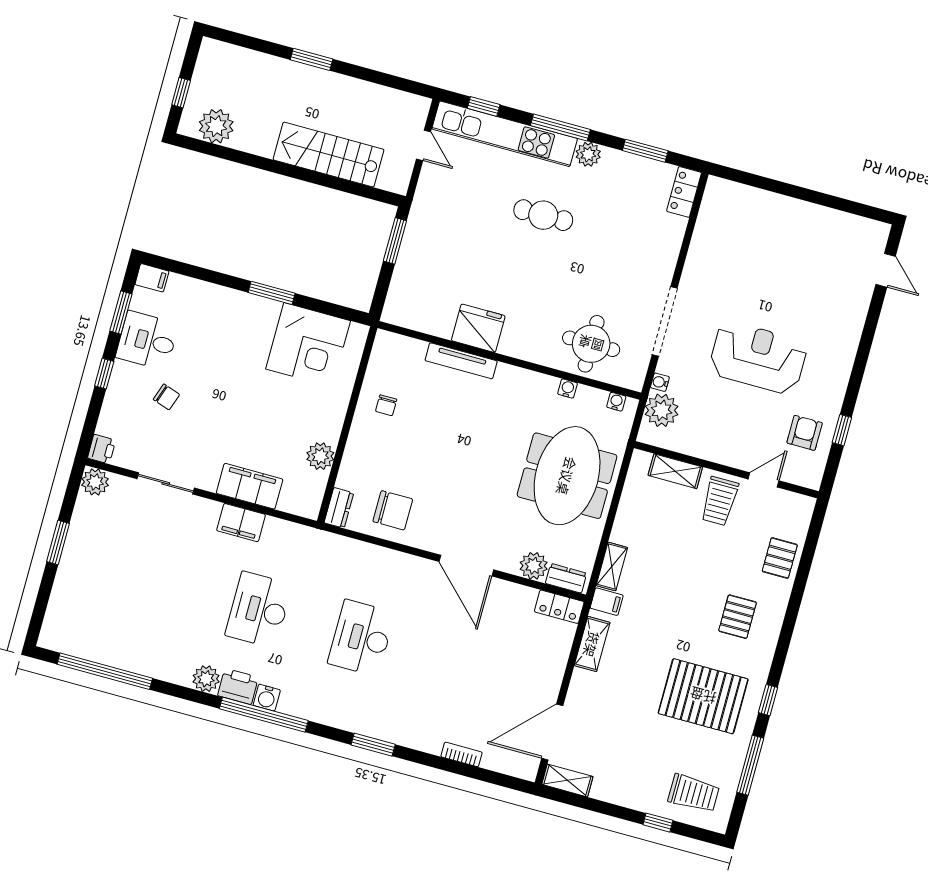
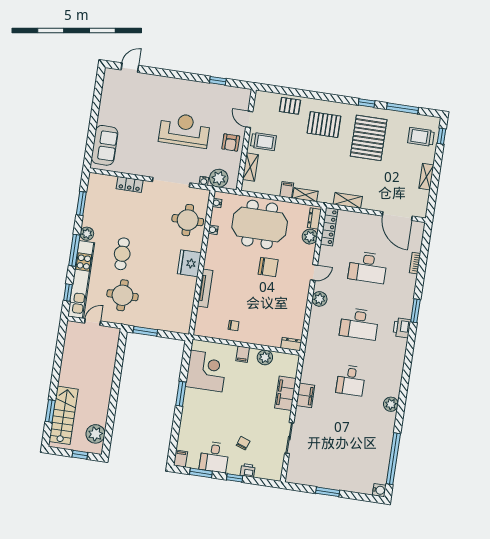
window: (311, 59) -> (50, 411), moved
stairs: (329, 155) -> (64, 415), moved, turned 180
locker: (684, 192) -> (130, 184), moved
round table: (467, 207) -> (123, 295), added
sofa: (747, 207) -> (105, 145), added
fridge: (478, 328) -> (189, 263), moved
reception desk: (758, 358) -> (185, 130), turned 90
filing cabinet: (331, 416) -> (243, 354), added
armchair: (805, 433) -> (231, 143), moved, turned -90
printer: (102, 449) -> (248, 470), moved
plant: (95, 482) -> (319, 299), moved
chair: (393, 510) -> (268, 267), moved, turned 90
door: (466, 566) -> (314, 273), width x0.53
filing cabinet: (607, 602) -> (287, 190), moved
locker: (559, 607) -> (329, 227), width x1.53
desk: (259, 610) -> (351, 380), width x0.73
pallet: (738, 617) -> (324, 125), width x1.50, depth x1.42
desk: (464, 666) -> (368, 267), added
printer: (238, 686) -> (402, 328), moved
water cooler: (267, 698) -> (379, 490), moved
window: (264, 715) -> (406, 371), removed
shelving: (567, 780) -> (426, 177), moved
trolley: (694, 793) -> (421, 137), turned -90
window: (658, 823) -> (442, 136), moved

